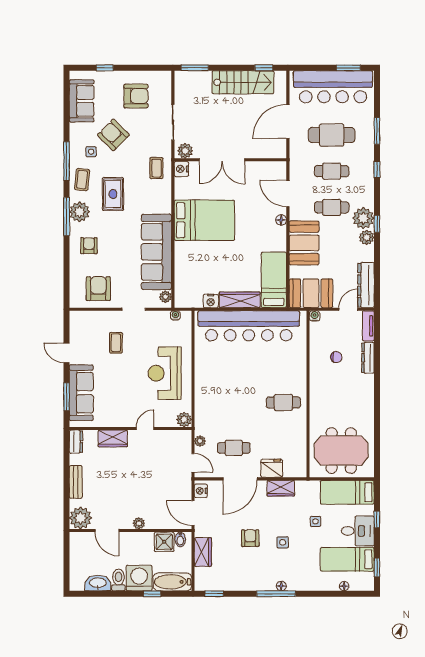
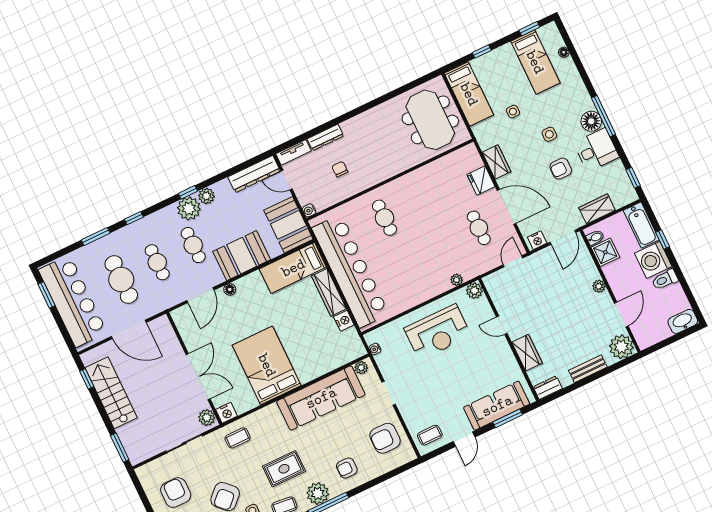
coffee table: (116, 343) -> (430, 435), moved
cafe table: (283, 402) -> (384, 218), moved
plant: (200, 441) -> (457, 280), moved
desk: (358, 531) -> (596, 150), moved, turned 90
washbasin: (98, 583) -> (683, 321), moved, turned 90
floor lamp: (281, 586) -> (591, 121), width x1.89, depth x1.89

